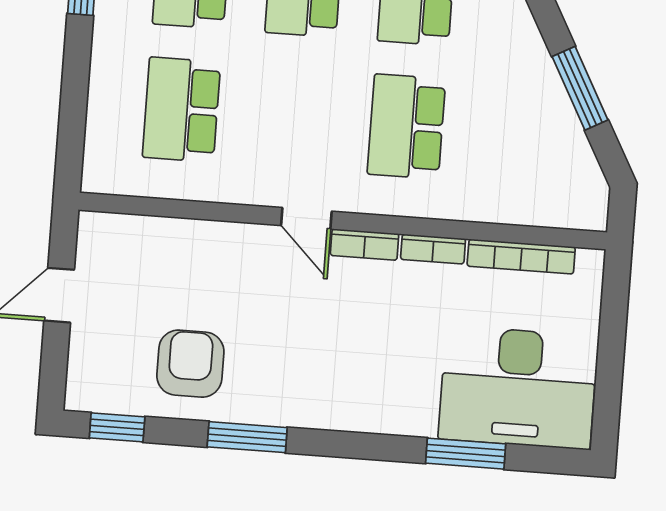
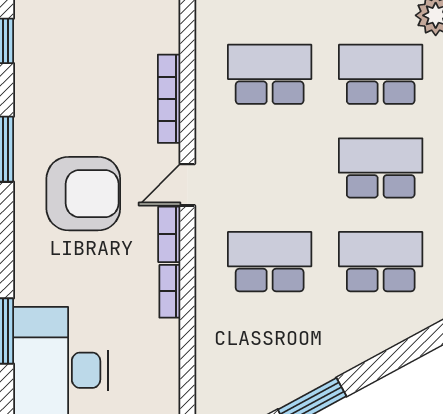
bookcase: (521, 257) -> (169, 99), moved
armchair: (190, 364) -> (83, 194), moved, width x1.36, depth x1.36

